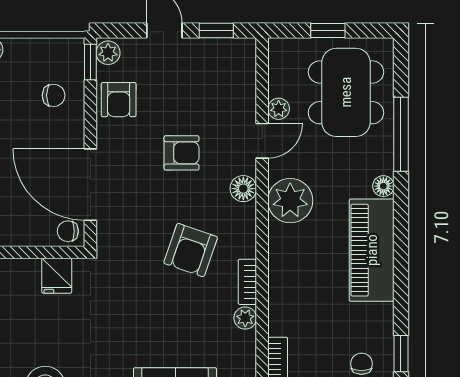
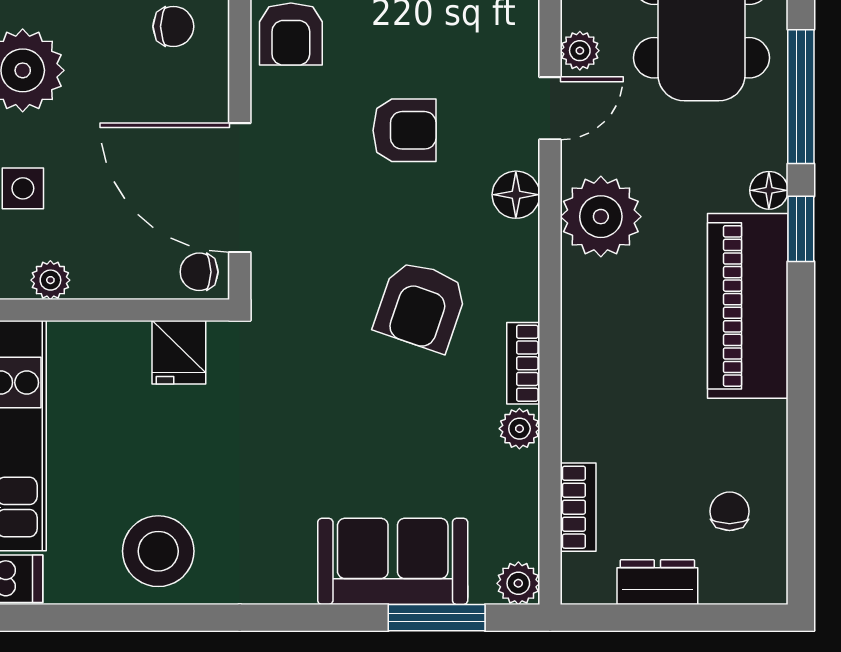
window: (401, 354) -> (801, 229), moved

